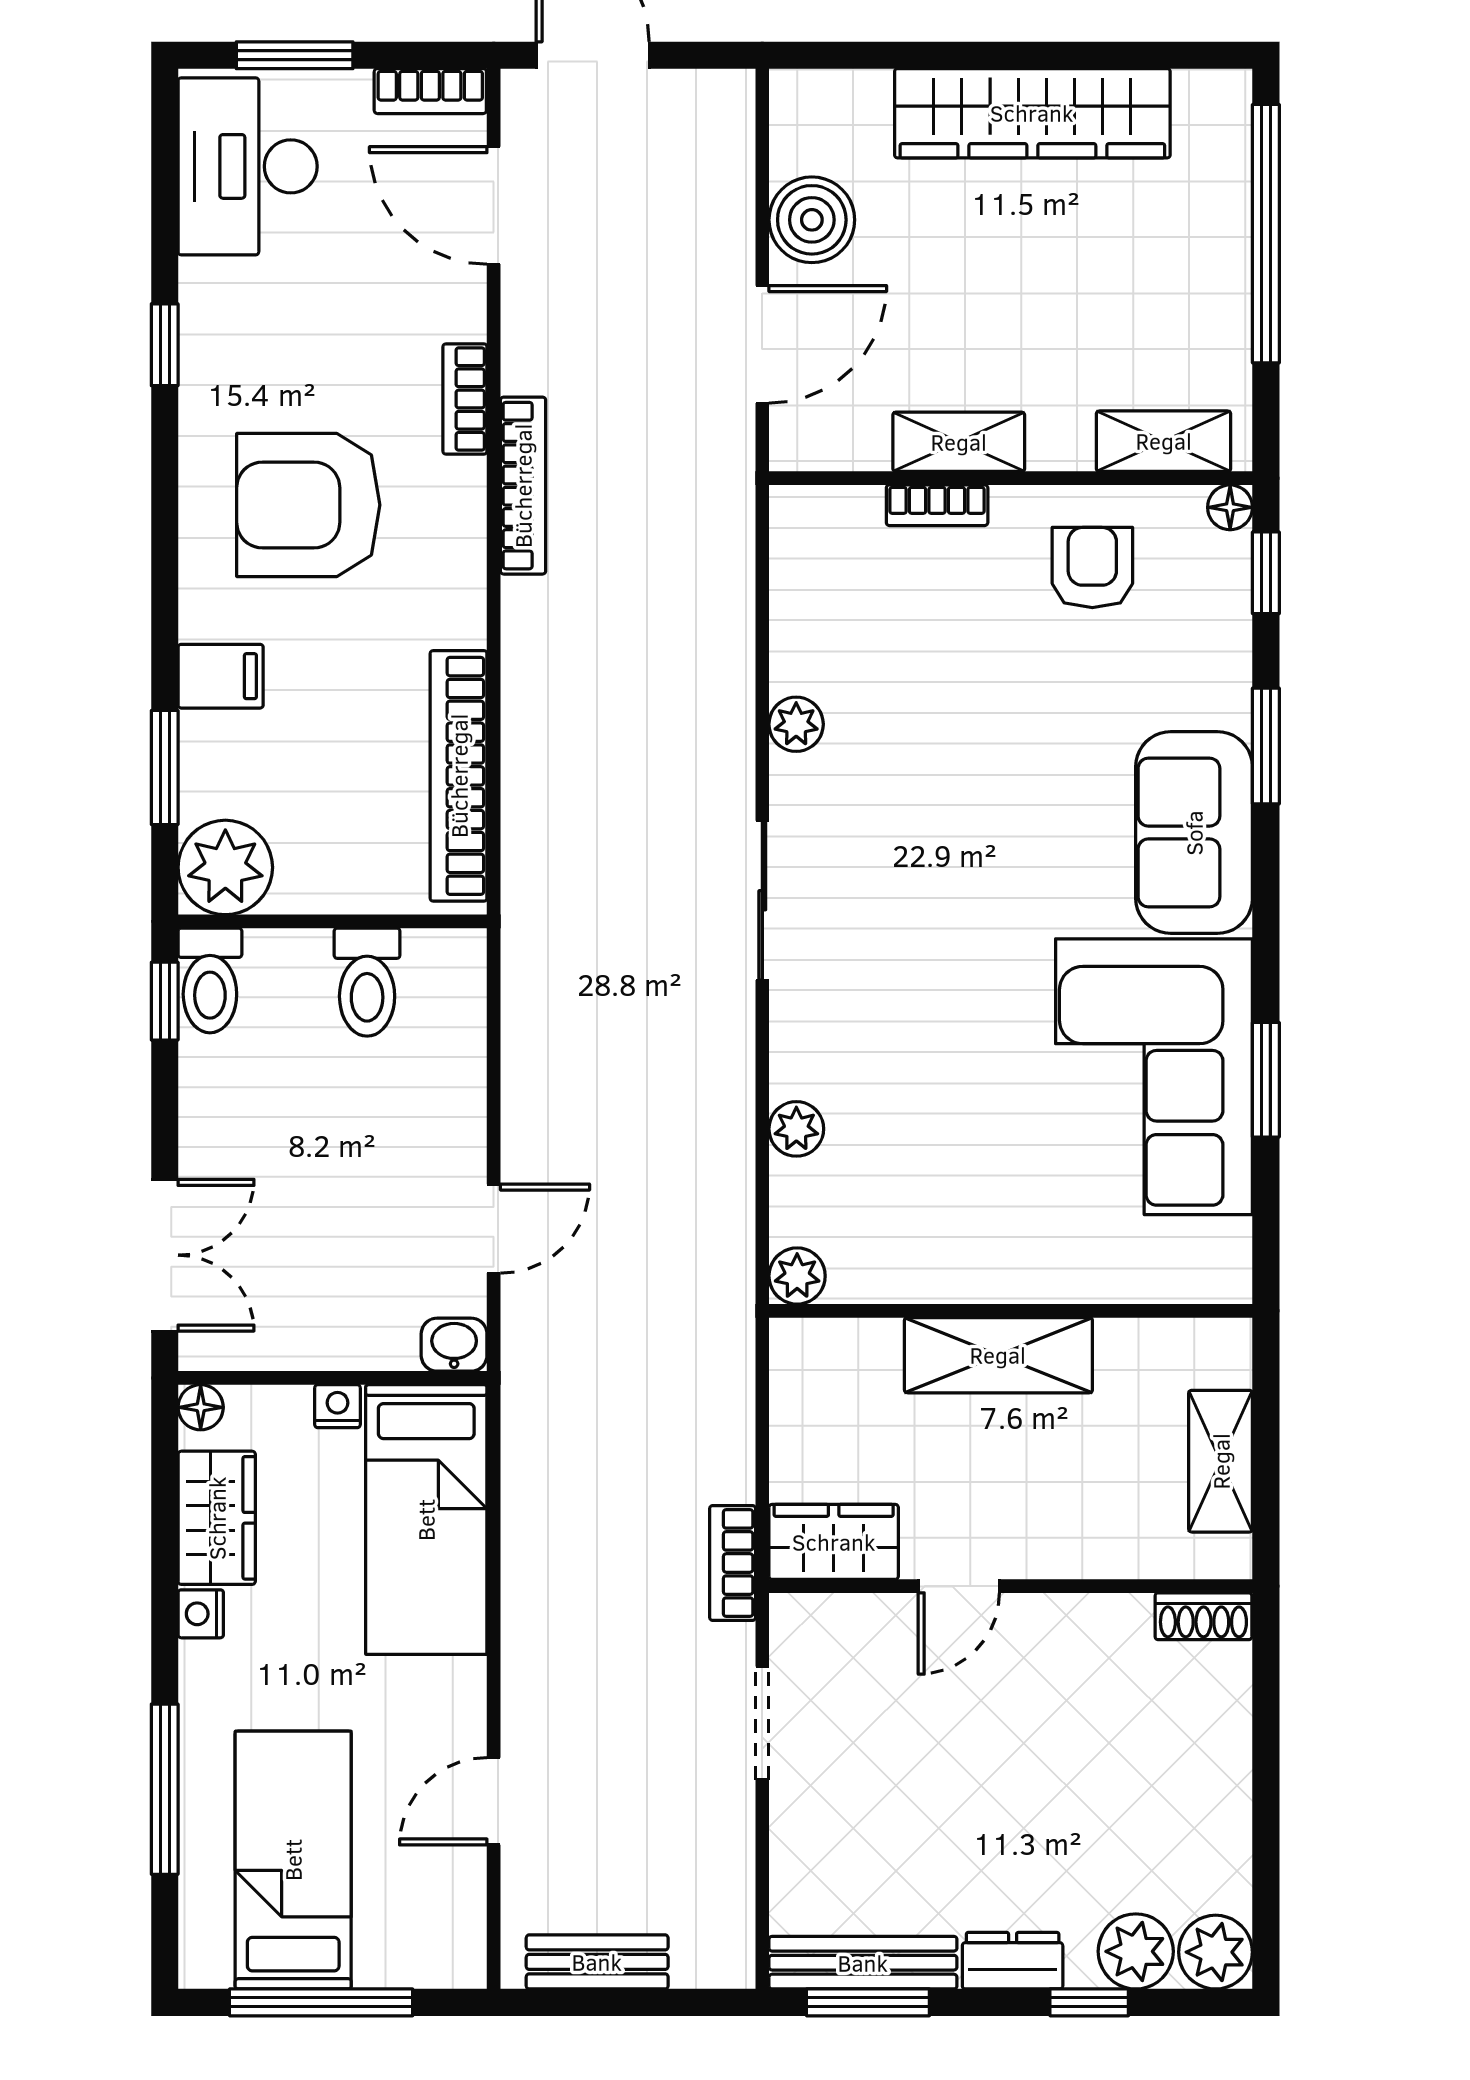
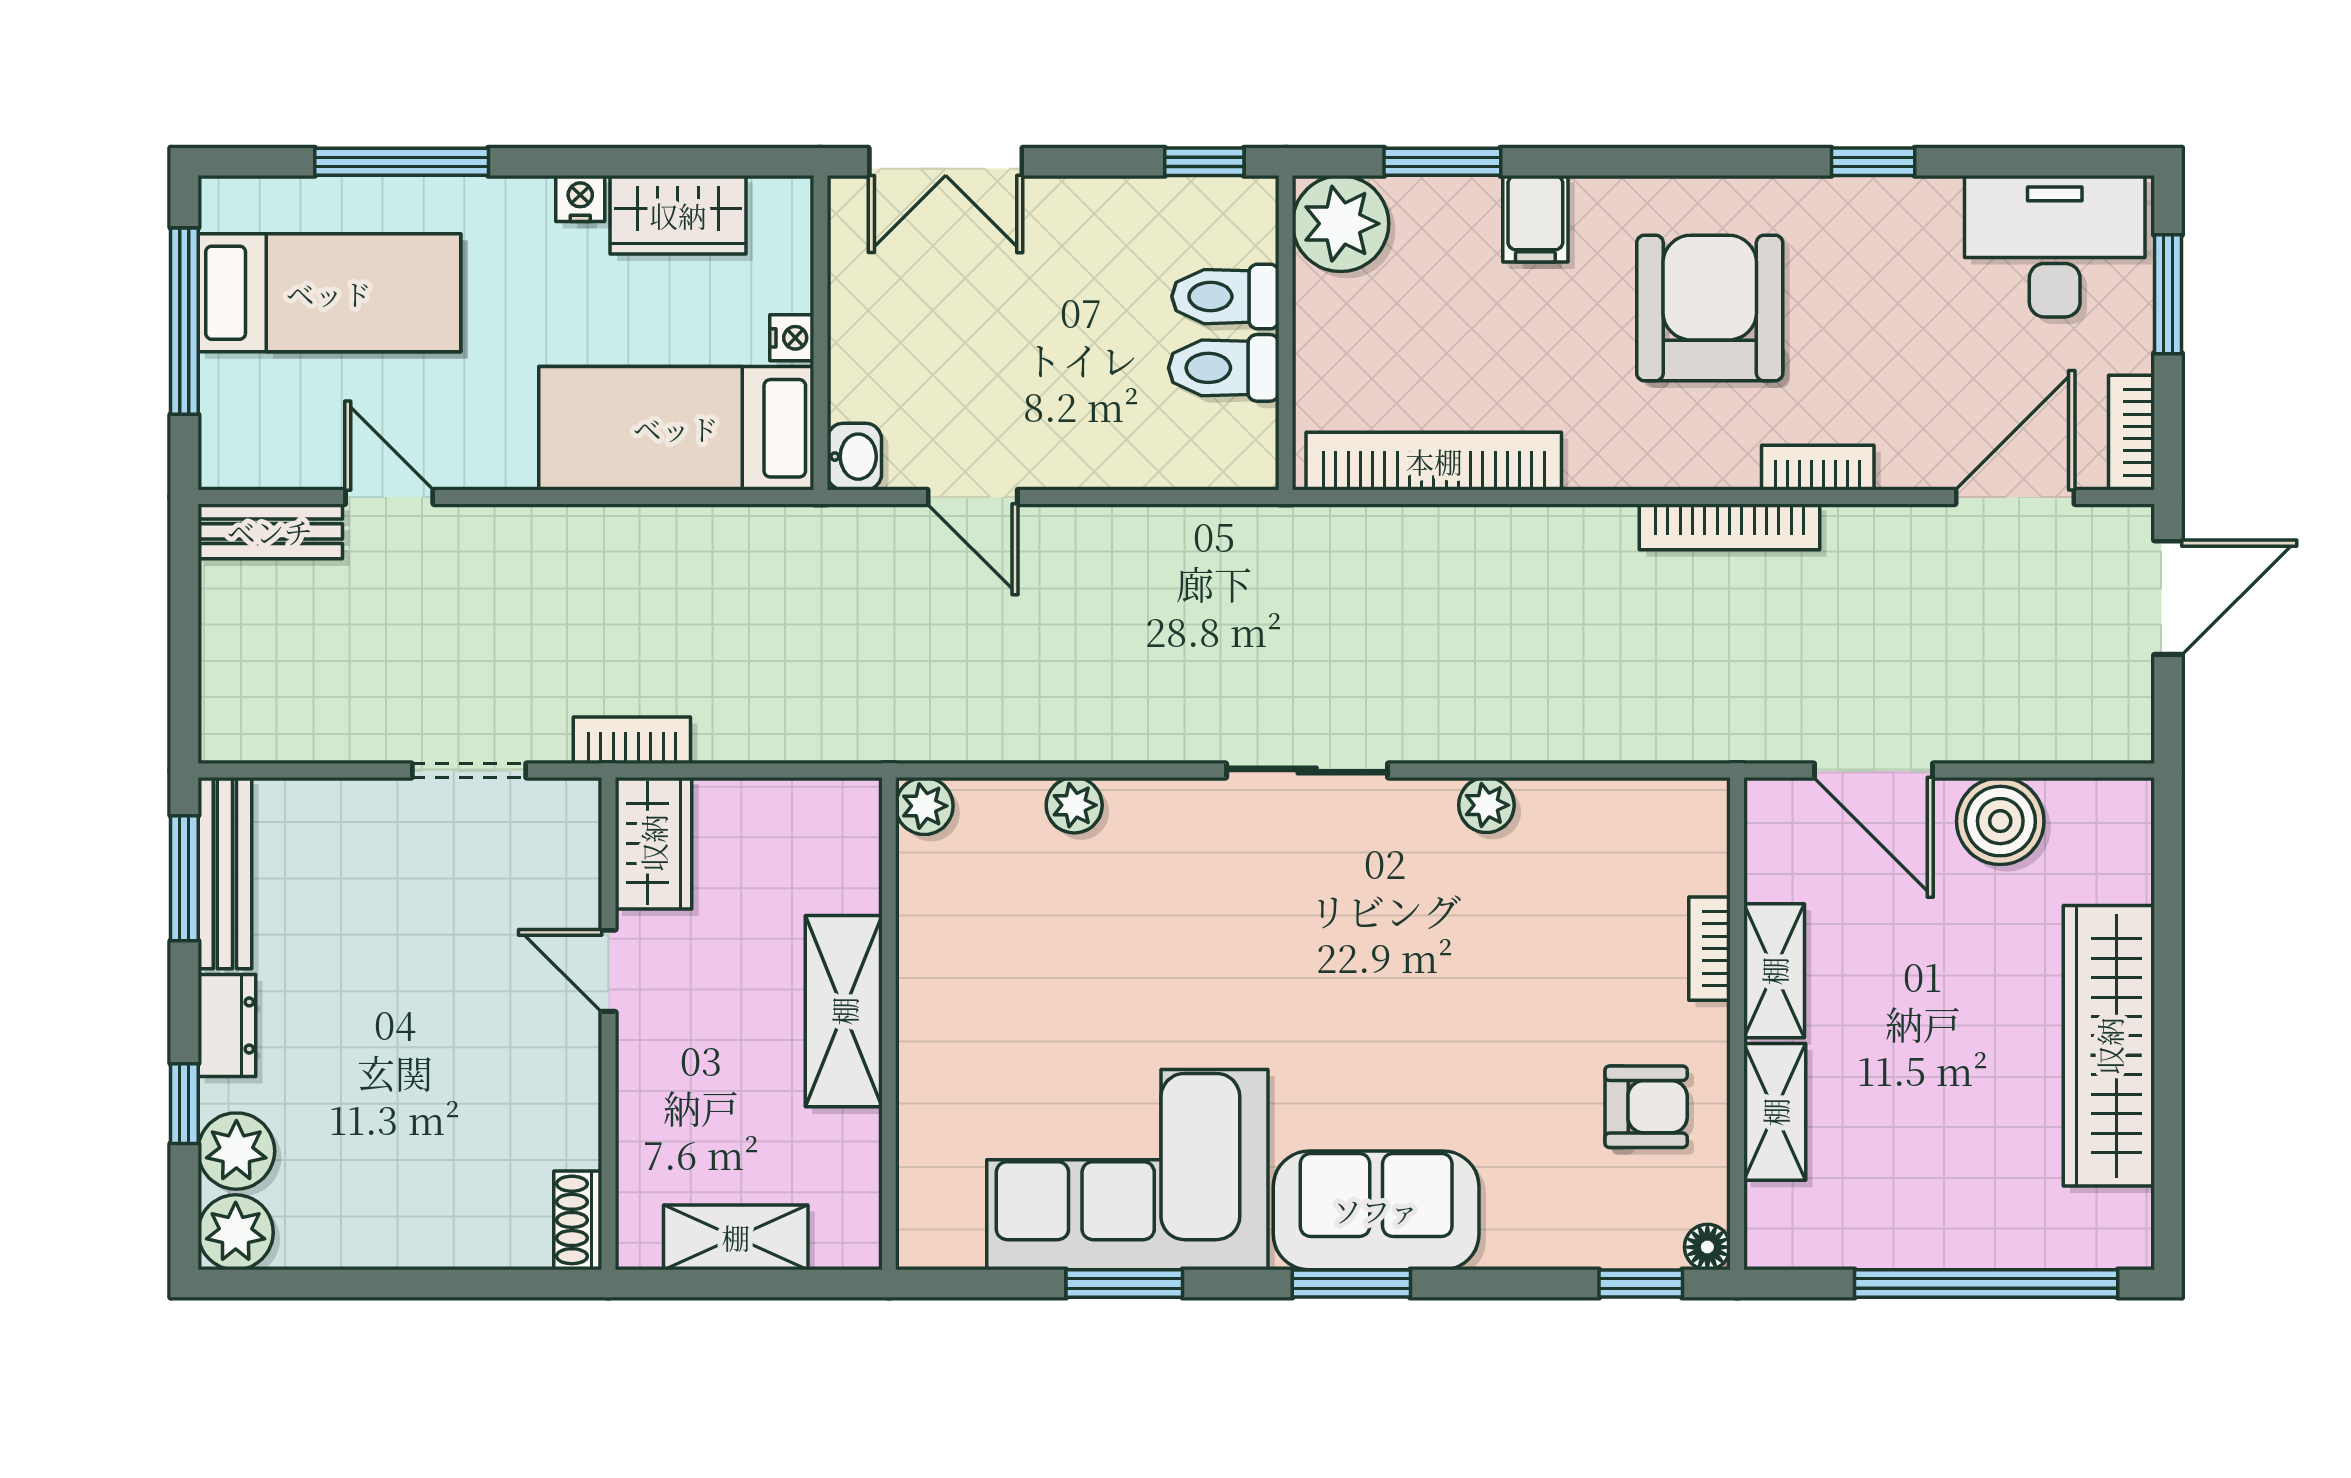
shelving: (1164, 441) -> (1775, 1112), moved
window: (1266, 746) -> (1351, 1284), moved
toilet: (210, 980) -> (1225, 297), moved
floor lamp: (201, 1407) -> (791, 198), removed
bench: (597, 1962) -> (270, 531), moved, turned 90

